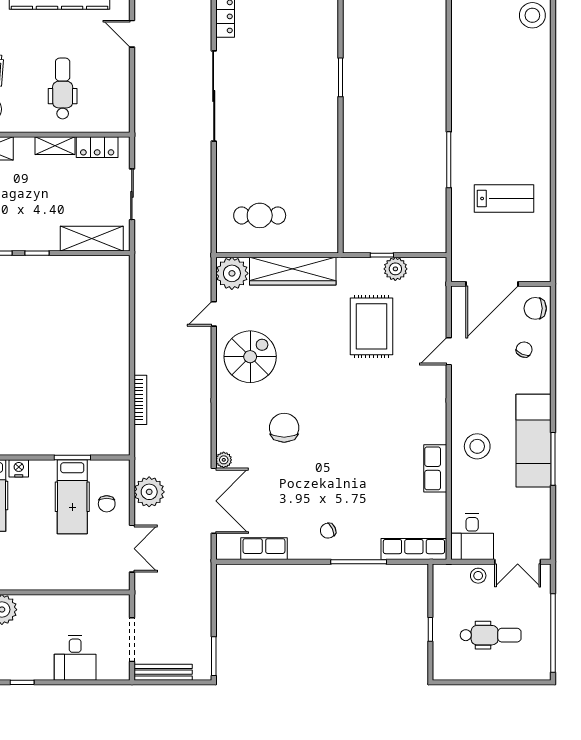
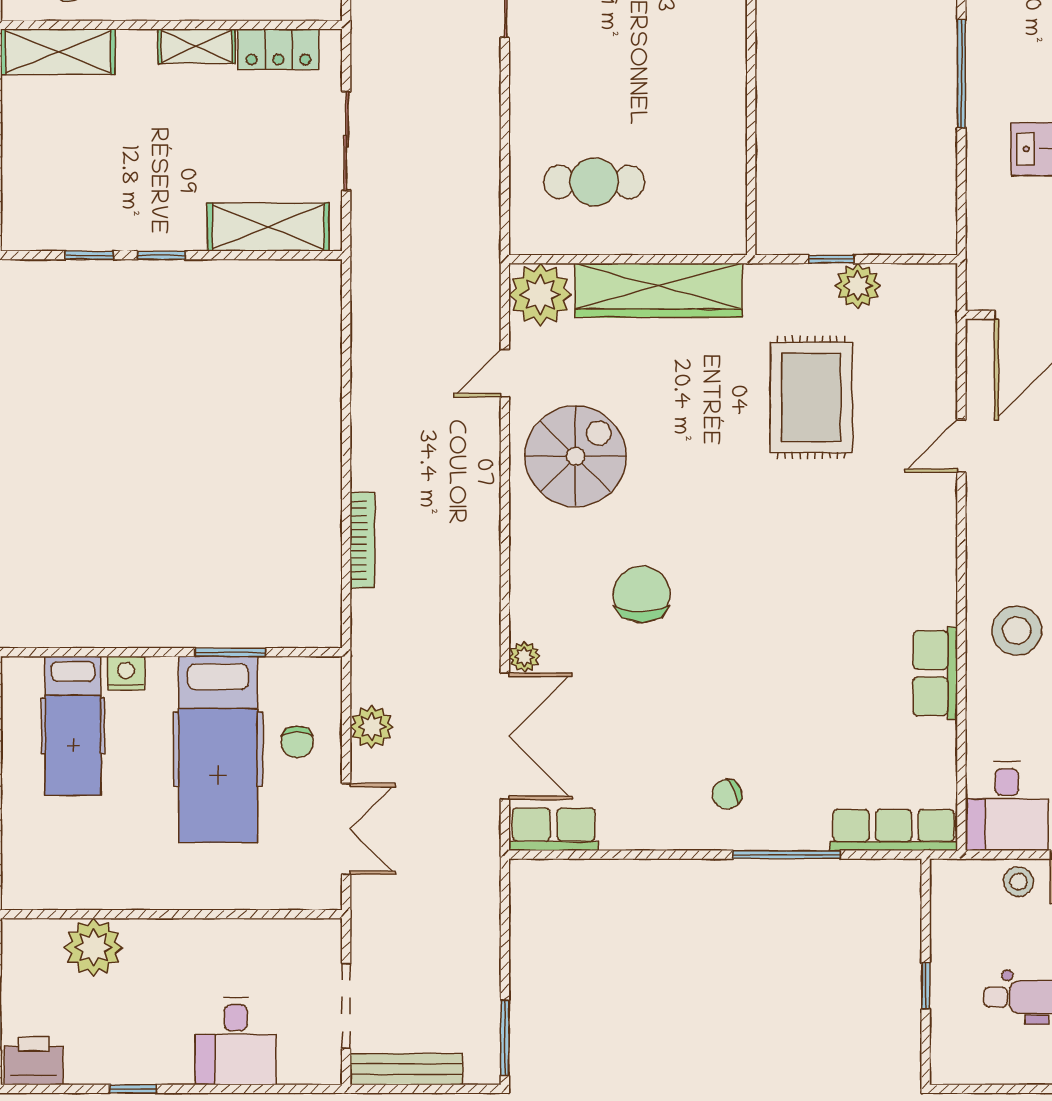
plant: (149, 492) -> (372, 727), width x0.73, depth x0.73
hospital bed: (72, 497) -> (218, 749), width x1.37, depth x1.29
row of seats: (264, 549) -> (554, 829), moved

